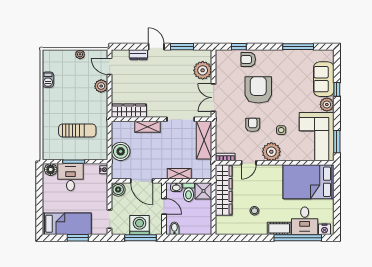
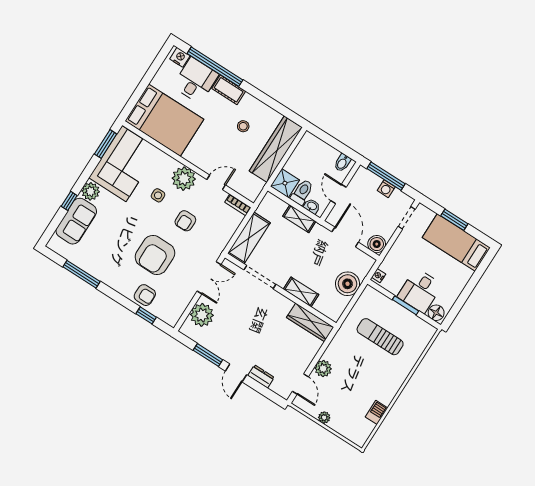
wardrobe: (224, 190) -> (276, 149), moved
washing machine: (140, 225) -> (386, 189), width x0.53, depth x0.53

